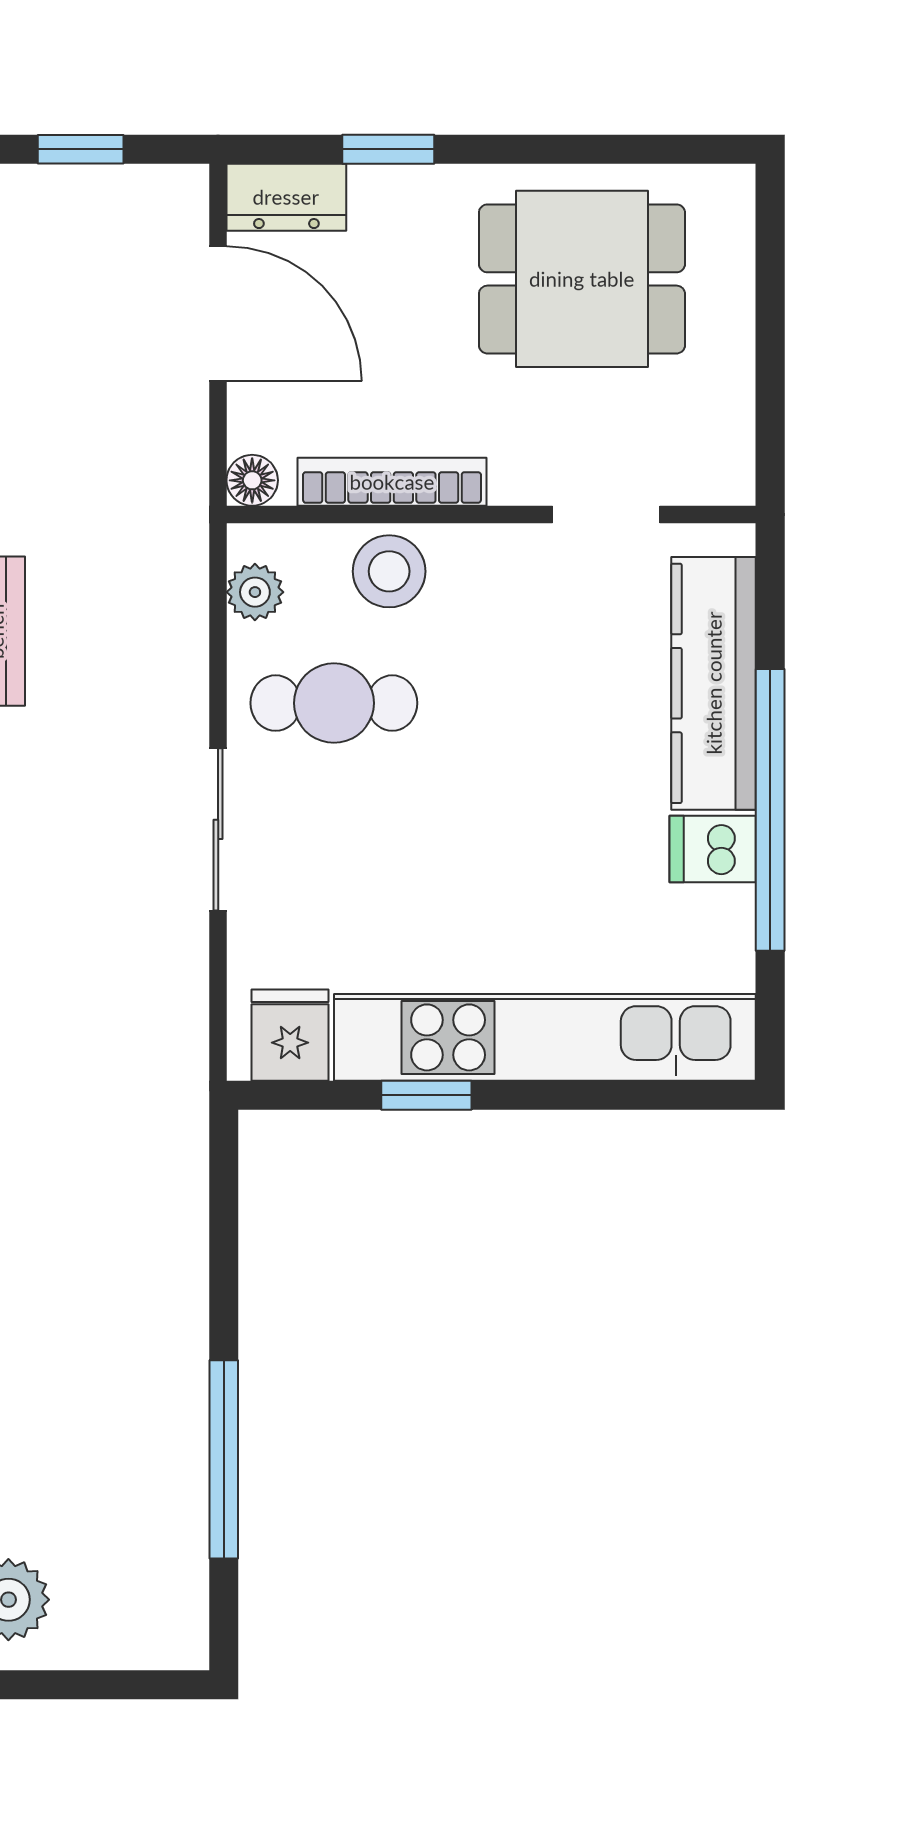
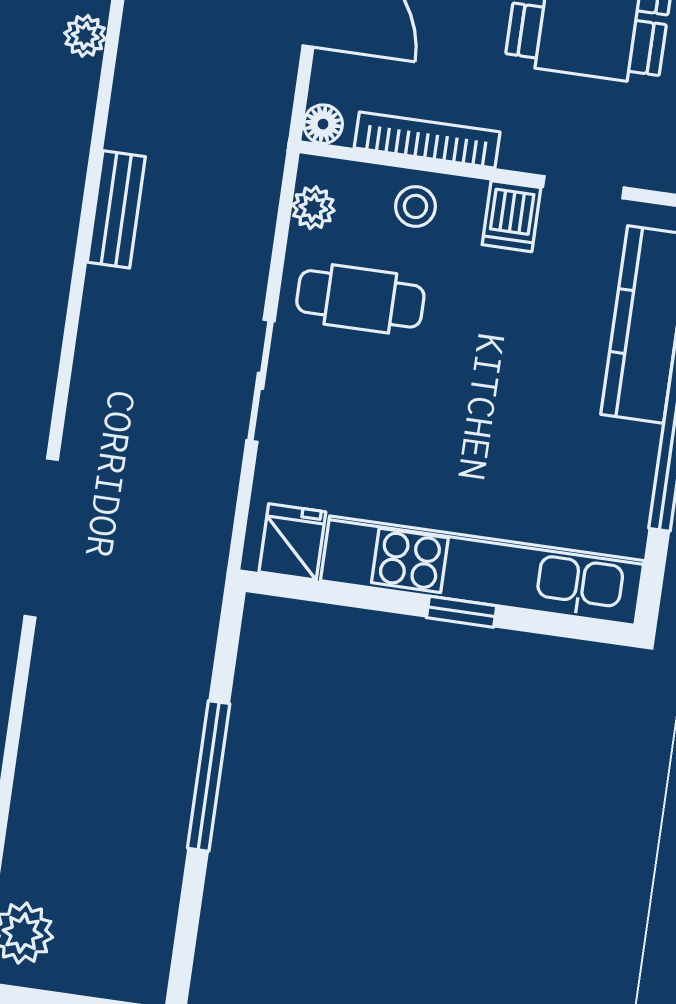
stool: (389, 571) -> (415, 206), width x0.73, depth x0.73
dishwasher: (713, 849) -> (512, 216), moved, turned -90
window: (426, 1095) -> (462, 612), moved
window: (224, 1459) -> (209, 776), moved

